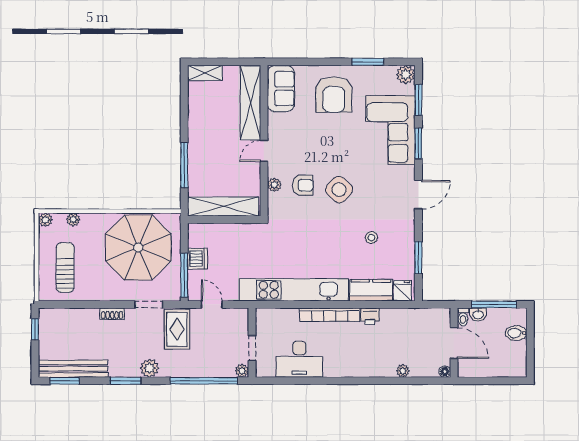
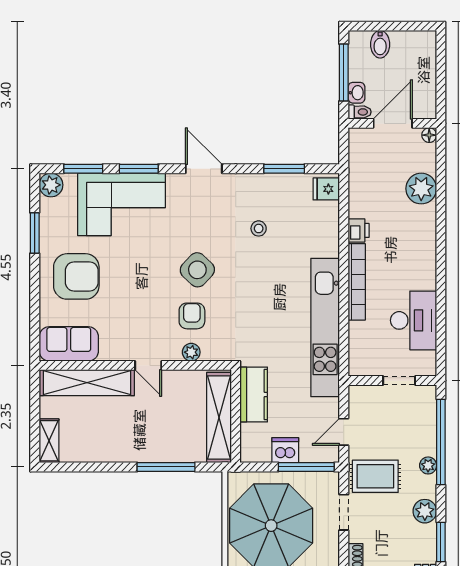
kitchen counter: (371, 290) -> (254, 395), moved, turned 180
plant: (242, 371) -> (428, 465), moved
plant: (403, 371) -> (421, 189), width x1.87, depth x1.87

